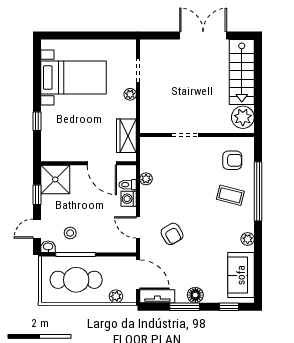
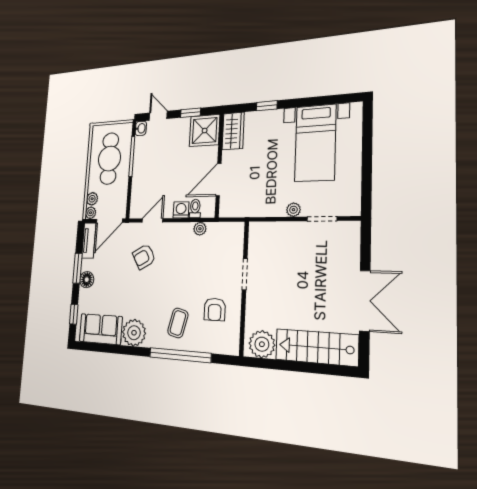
wardrobe: (126, 136) -> (233, 131), moved, turned 90
armchair: (232, 160) -> (215, 309), moved
stool: (70, 233) -> (152, 150), removed
plant: (248, 239) -> (134, 333), width x1.88, depth x1.88
plant: (130, 297) -> (91, 213), added

